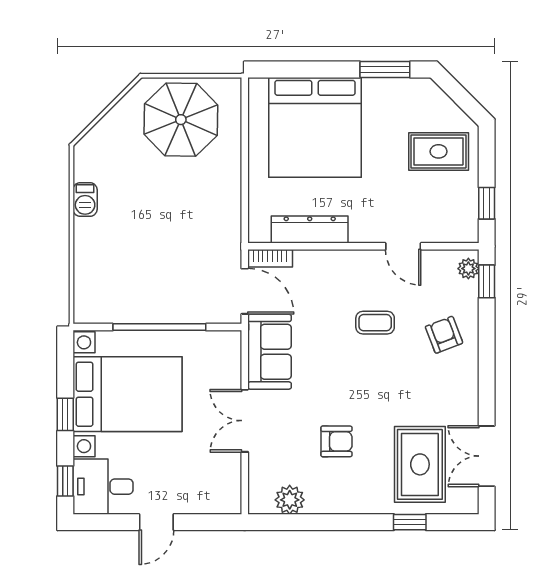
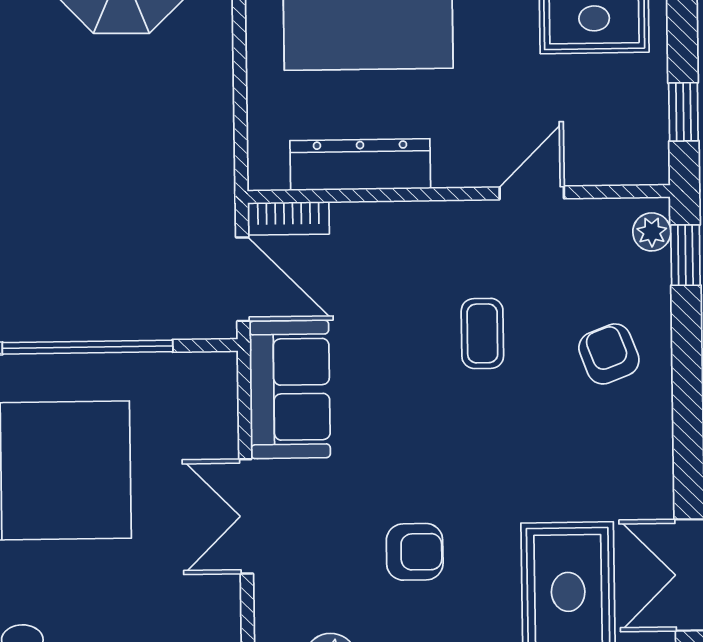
door: (403, 246) -> (532, 193), swing flipped
coffee table: (375, 323) -> (482, 333), turned 90

